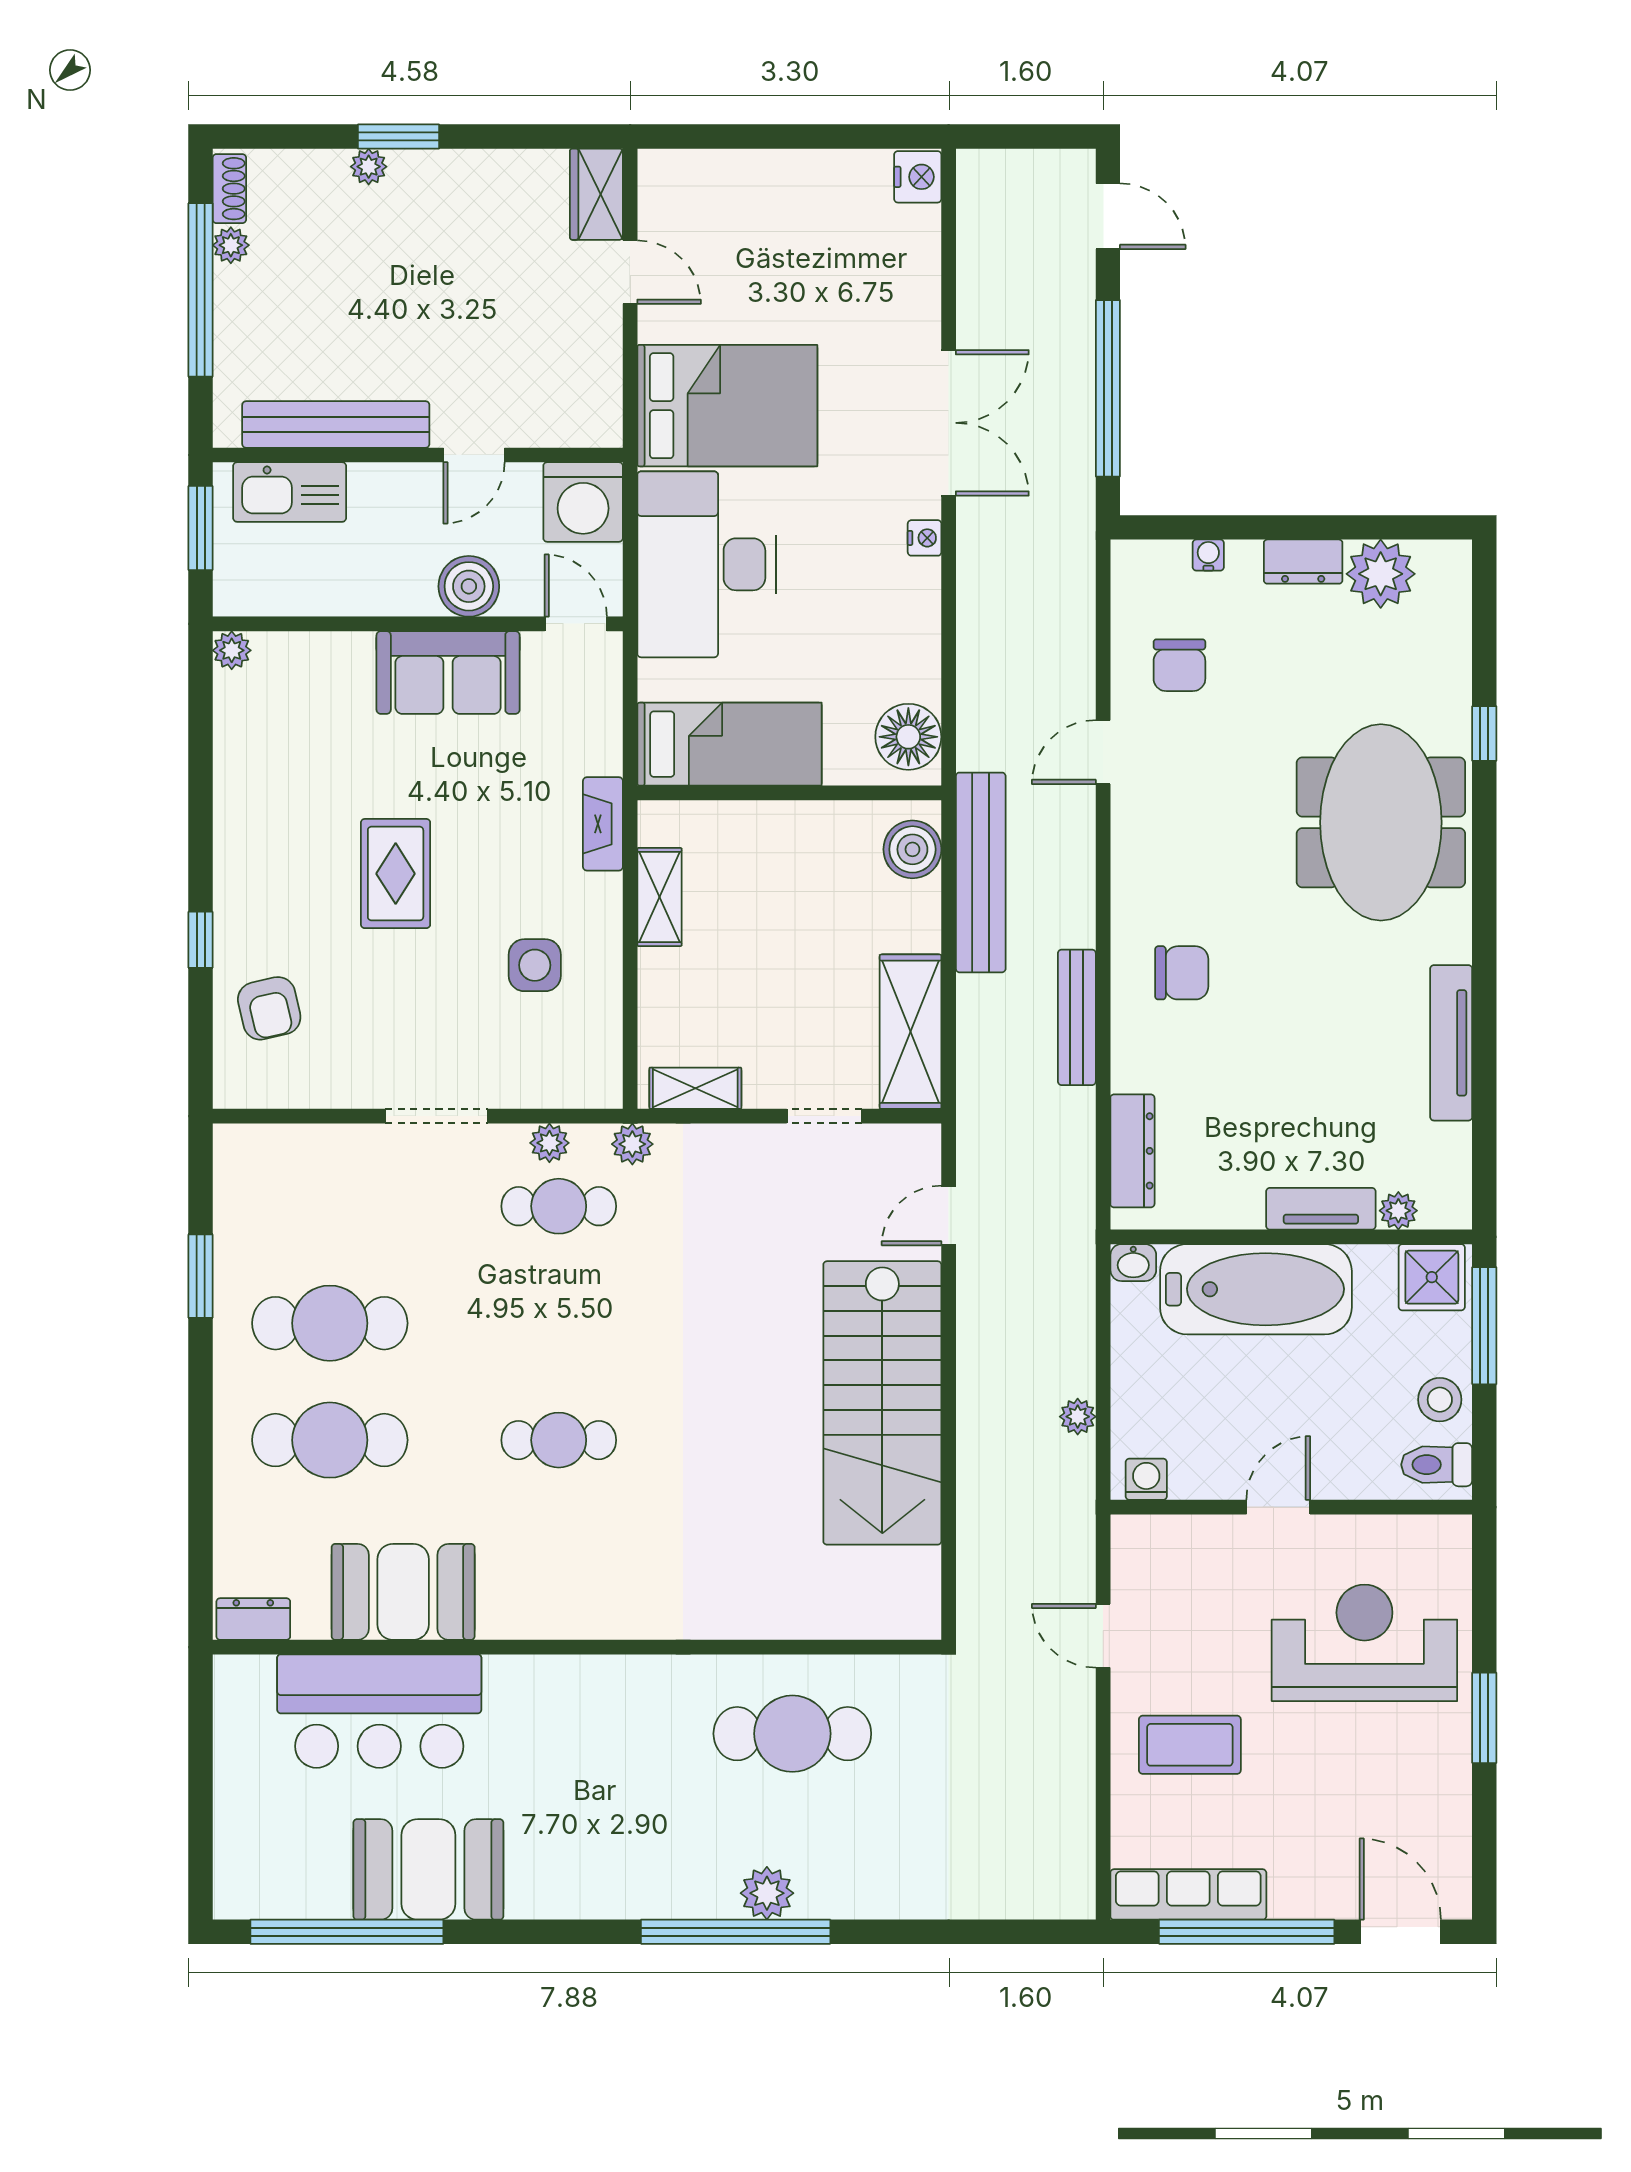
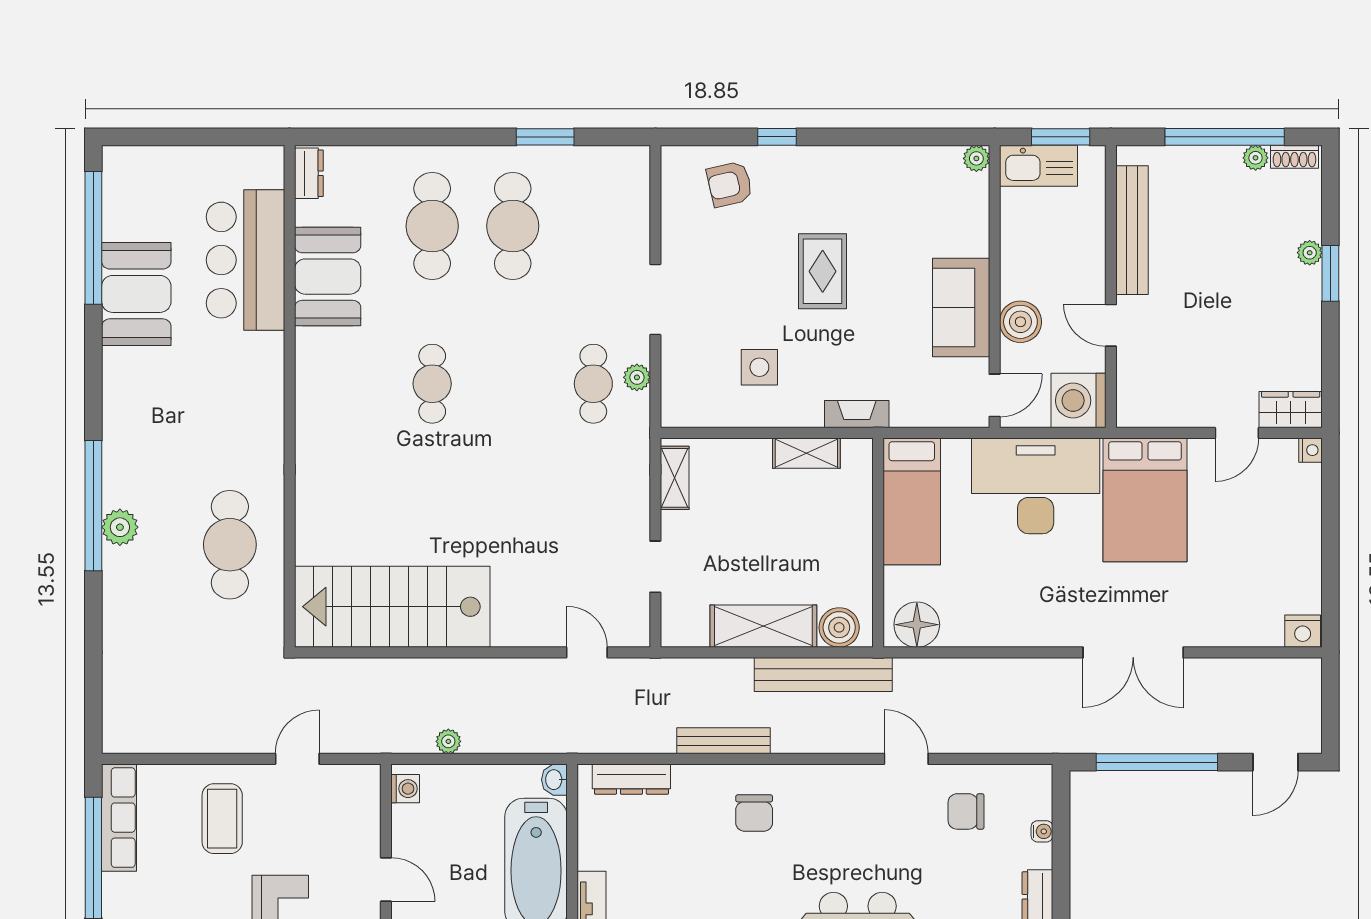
kitchen sink: (290, 492) -> (1038, 166), moved, turned -90
nightstand: (925, 538) -> (1311, 450), moved, turned -90
rug: (396, 874) -> (823, 271), turned 90
shelving: (910, 1032) -> (763, 626), moved
plant: (632, 1144) -> (636, 434), removed
stairs: (882, 1403) -> (392, 607), moved

